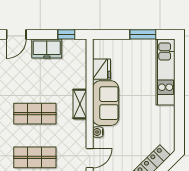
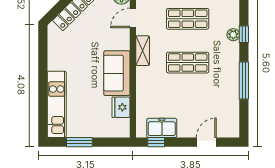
freezer: (47, 49) -> (162, 128), moved
shelving: (80, 104) -> (143, 51), moved
water cooler: (98, 132) -> (125, 44), removed

